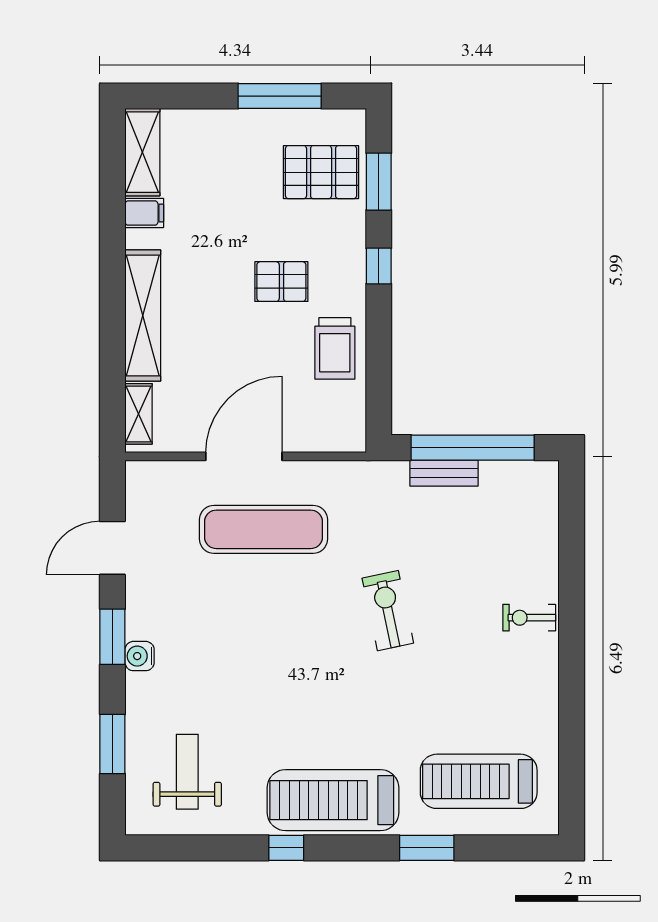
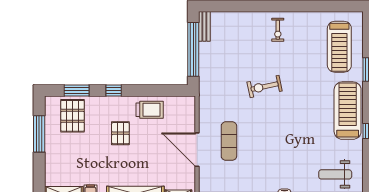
bench: (444, 473) -> (204, 26), moved
exercise mat: (263, 529) -> (229, 141), width x0.73, depth x0.69
exercise bike: (529, 618) -> (278, 30), moved
treadmill: (333, 800) -> (348, 111), turned 180

